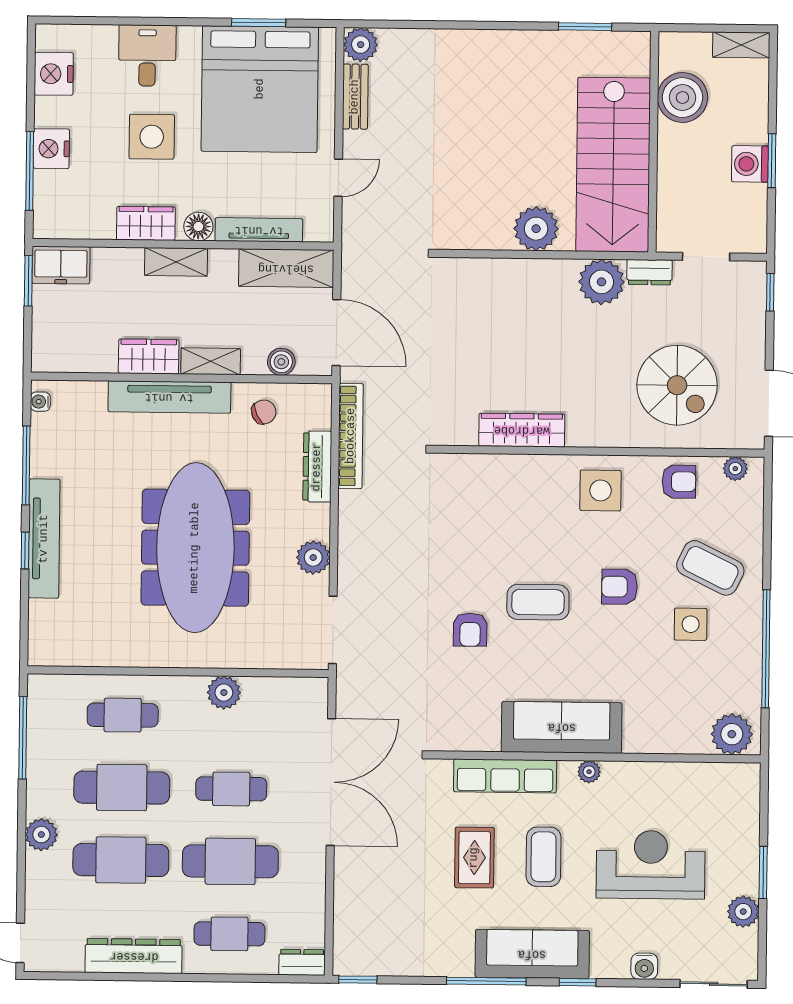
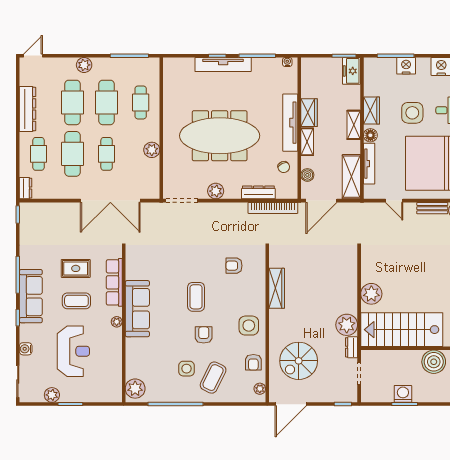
armchair: (470, 630) -> (234, 266), moved

